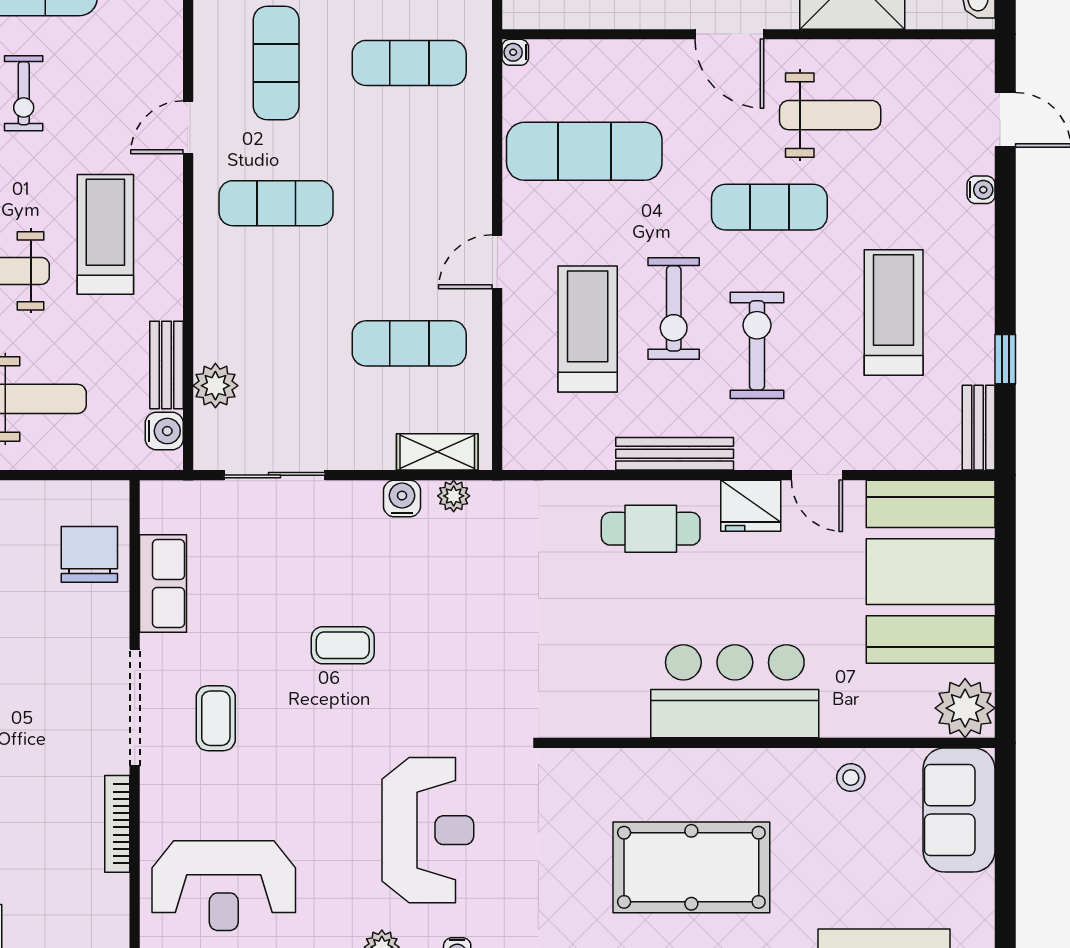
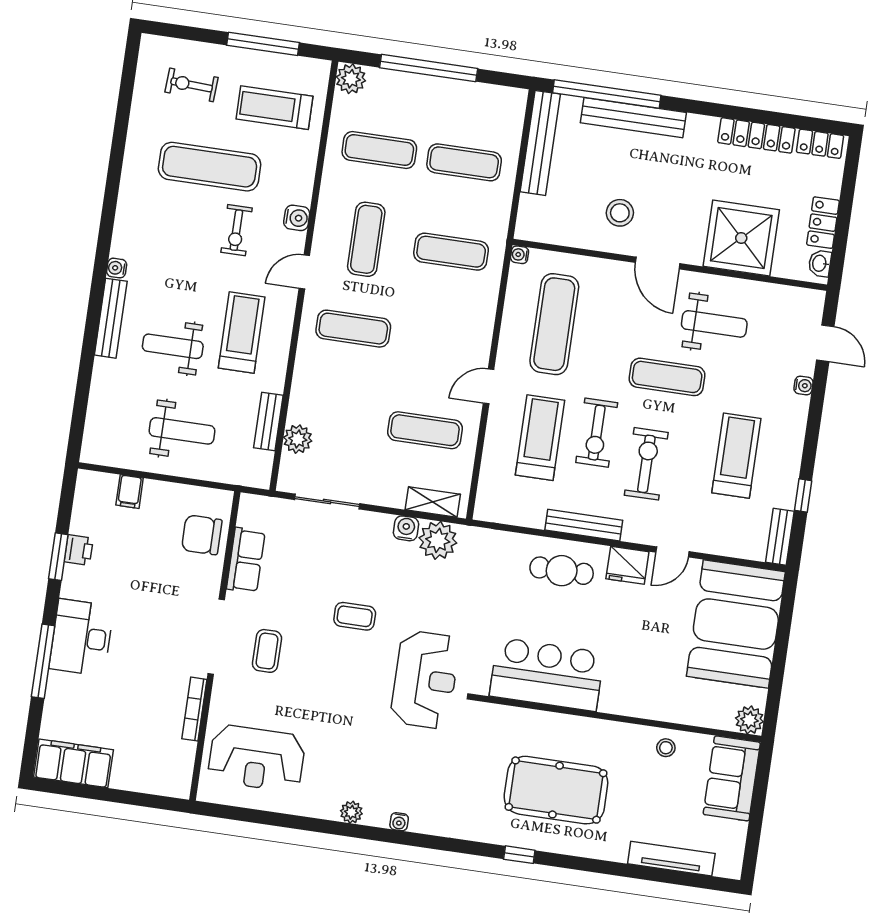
exercise bike: (24, 93) -> (236, 230), moved
exercise mat: (584, 151) -> (554, 324), turned 90
water cooler: (164, 431) -> (297, 218), moved
door: (817, 475) -> (672, 552), hinge flipped
plant: (454, 496) -> (438, 540), width x1.87, depth x1.87
chair: (89, 554) -> (202, 535), turned -90
bar counter: (735, 691) -> (547, 674), moved
plant: (965, 708) -> (749, 720), width x0.73, depth x0.73
reception desk: (428, 830) -> (425, 680), moved

